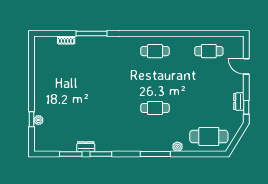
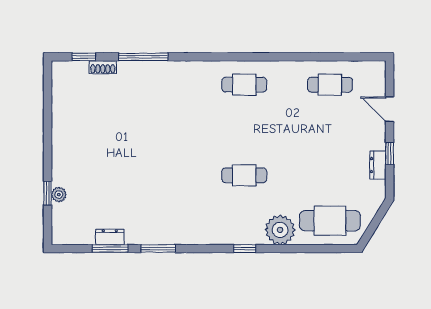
window: (54, 34) -> (84, 57), added
window: (246, 107) -> (390, 153), moved
dresser: (86, 147) -> (110, 237), moved
plant: (177, 147) -> (280, 230), width x1.88, depth x1.88
window: (155, 154) -> (245, 249), width x0.46

